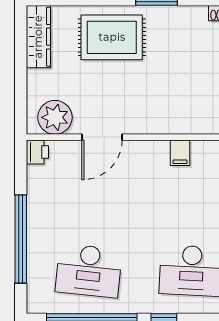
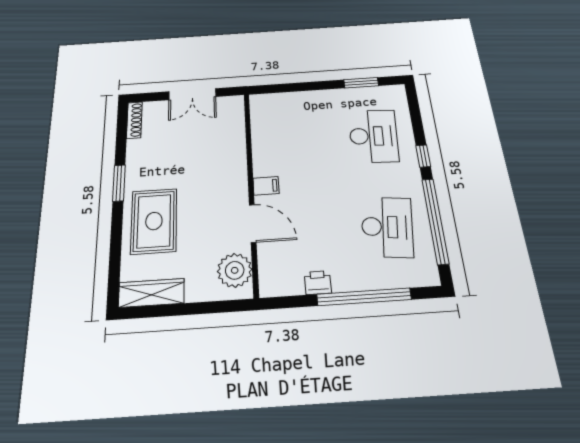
printer: (37, 152) -> (318, 283), moved
filing cabinet: (180, 153) -> (266, 186), moved

